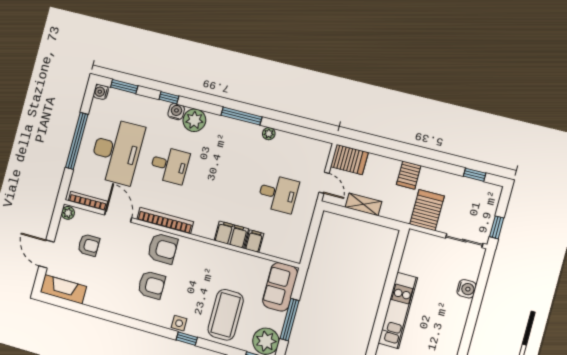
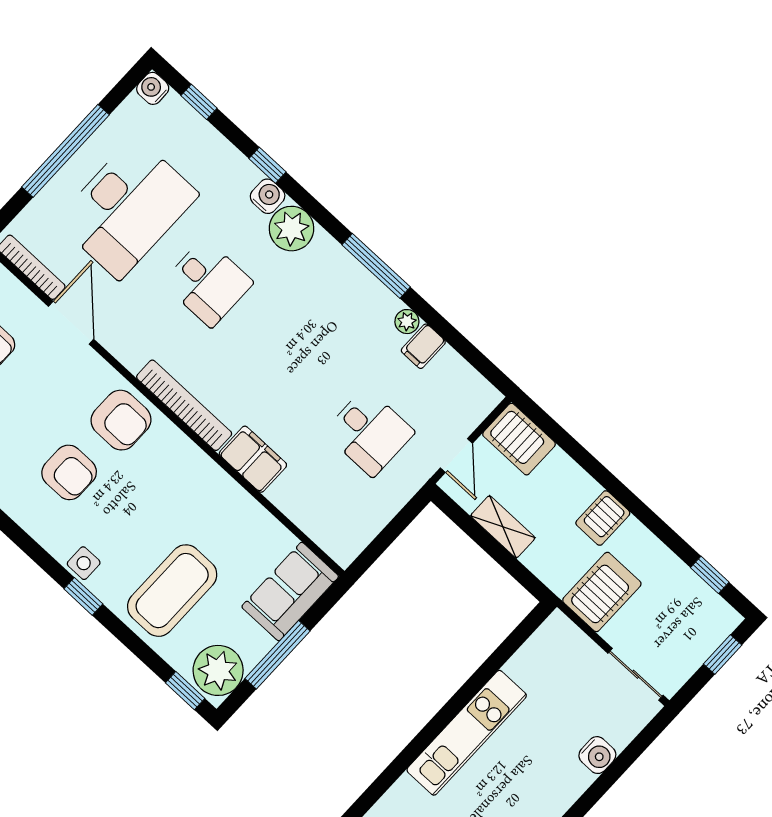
window: (124, 87) -> (199, 102), width x0.67
bookcase: (165, 221) -> (184, 405), moved
window: (497, 227) -> (723, 655), moved
filing cabinet: (254, 241) -> (423, 346), moved, turned 180

